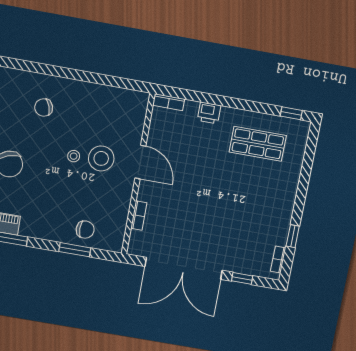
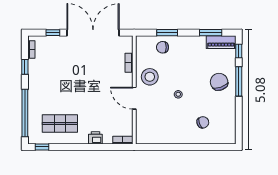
stool: (101, 158) -> (150, 77), moved
window: (306, 168) -> (25, 113), added

